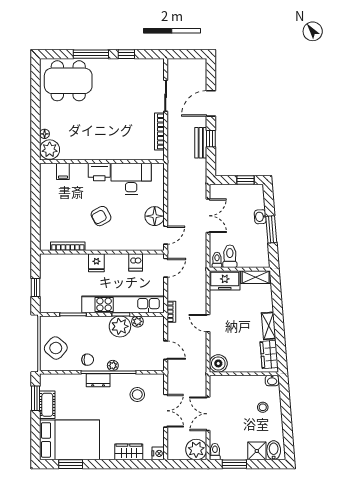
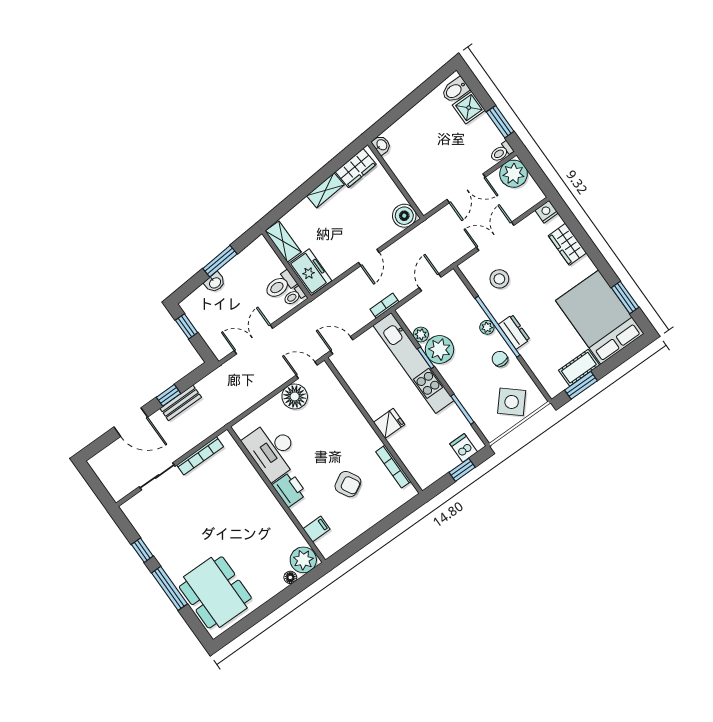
armchair: (101, 216) -> (348, 484), moved
dishwasher: (136, 262) -> (464, 448), moved, turned -90
stool: (263, 407) -> (417, 135), removed

